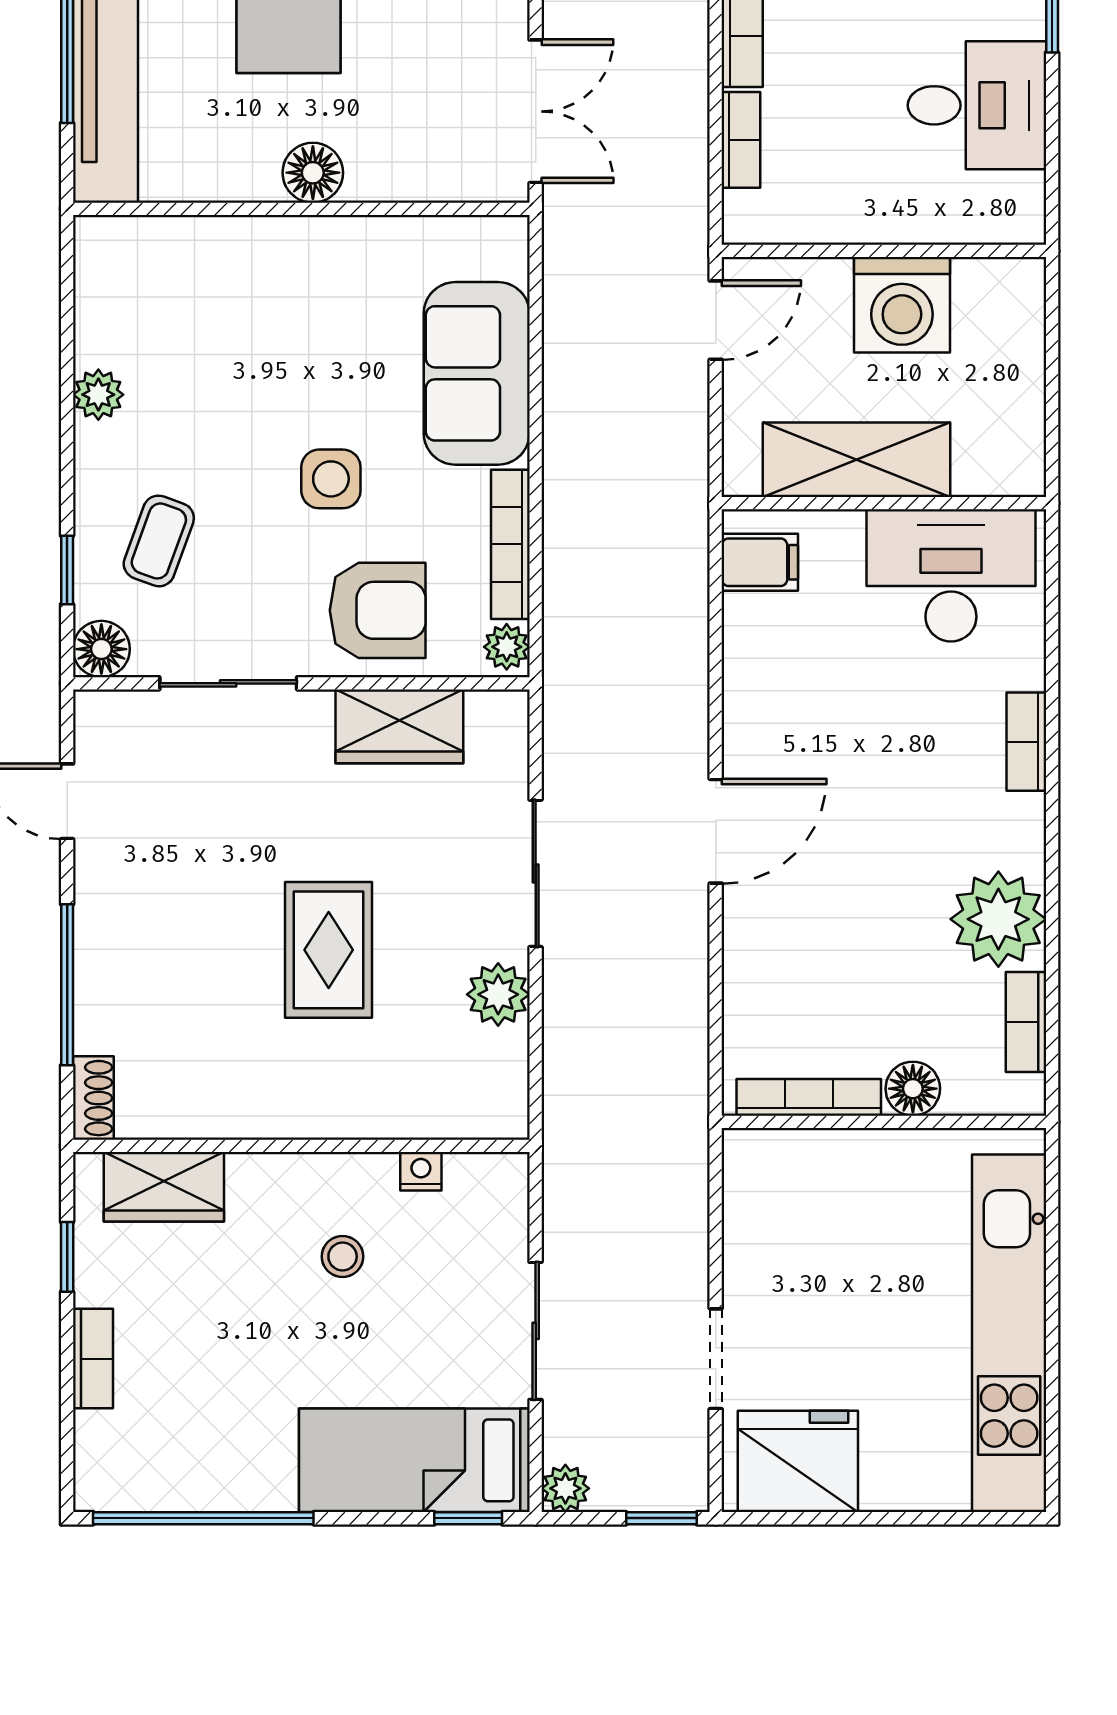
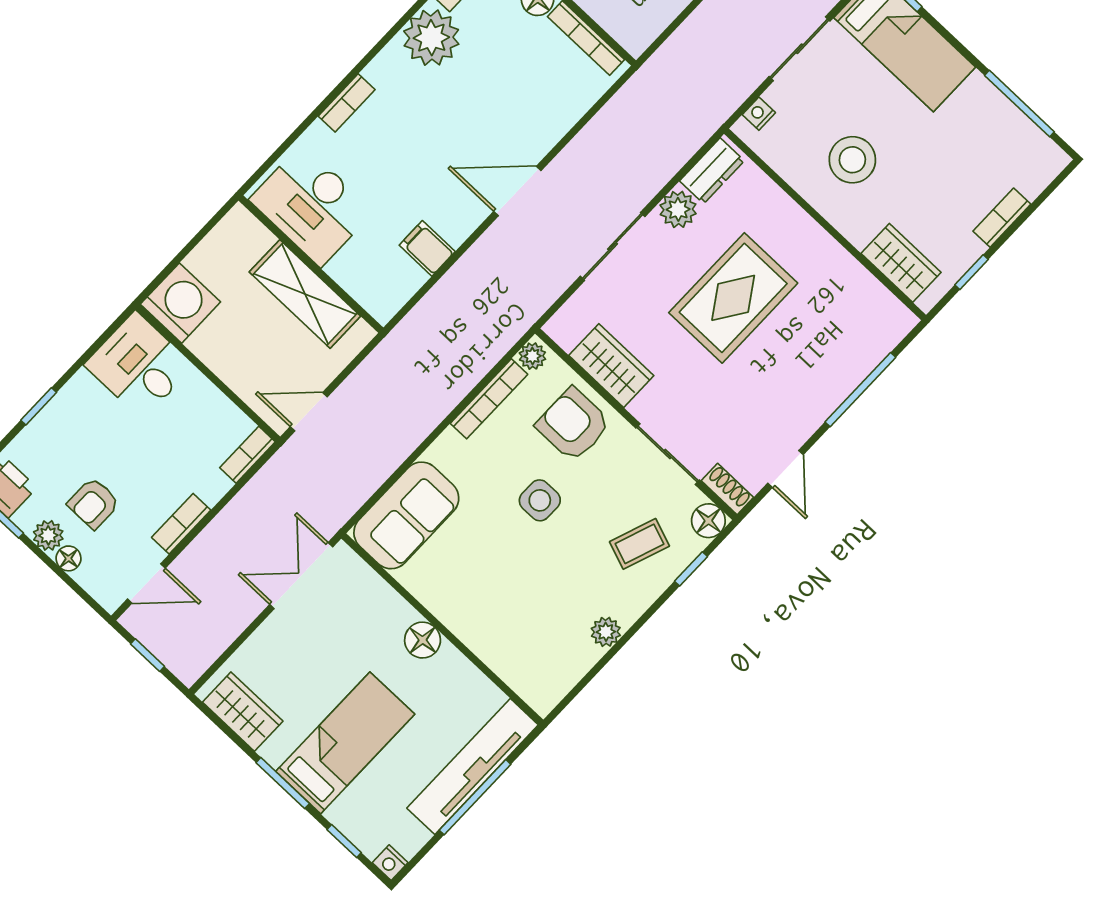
desk: (977, 105) -> (139, 365), moved
bookcase: (741, 140) -> (247, 455), moved
washing machine: (902, 305) -> (180, 303), moved
sofa: (477, 373) -> (406, 515), moved
filing cabinet: (760, 562) -> (427, 248), moved
rug: (329, 950) -> (733, 298), width x1.36, depth x1.43
dresser: (501, 1081) -> (712, 171), added
shoe rack: (93, 1098) -> (727, 489), moved, turned 90
nightstand: (421, 1171) -> (759, 114), moved, turned 90
stool: (343, 1257) -> (852, 160), width x1.89, depth x1.89
window: (203, 1518) -> (1019, 104), width x0.68

